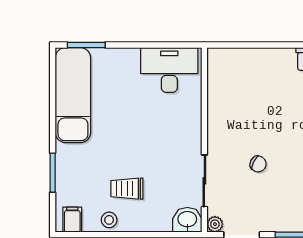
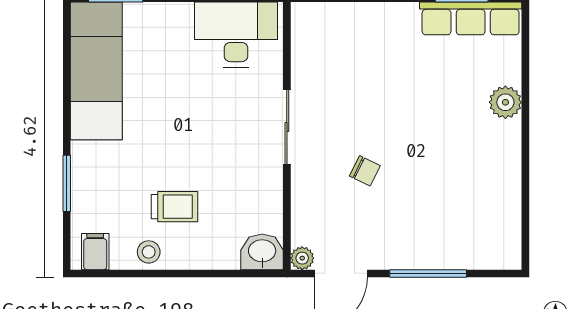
sliding door: (204, 181) -> (287, 127), moved
trolley: (127, 189) -> (175, 207), turned 180

